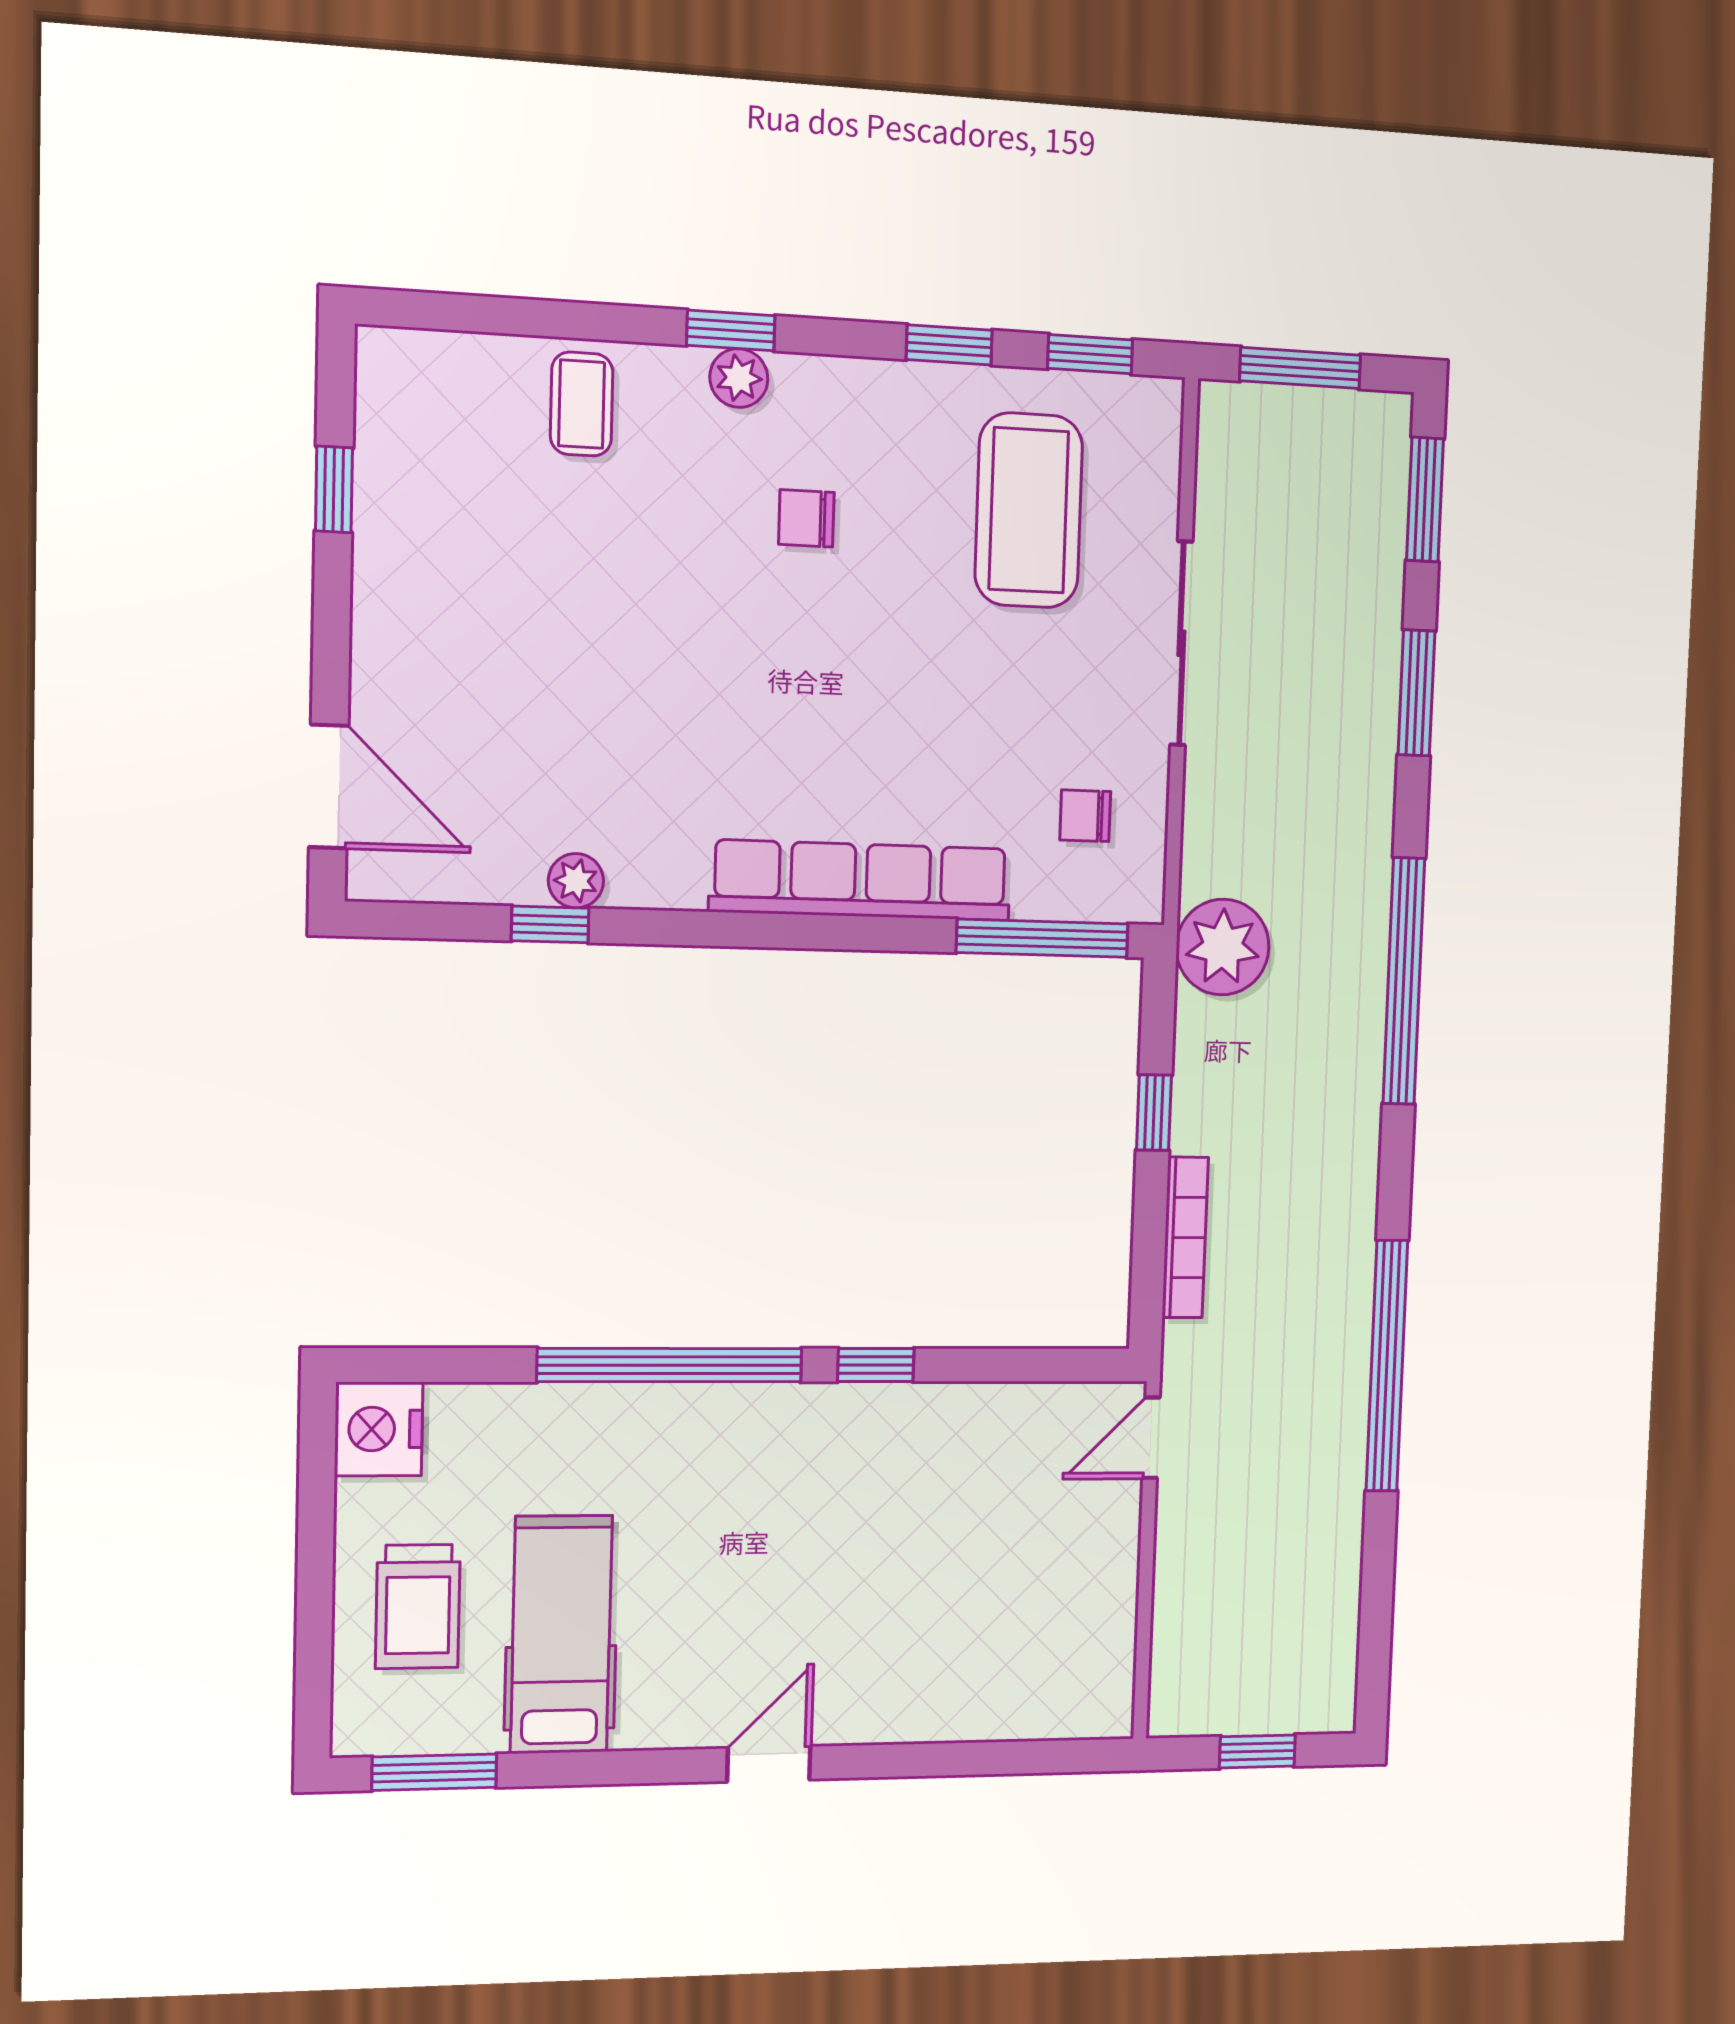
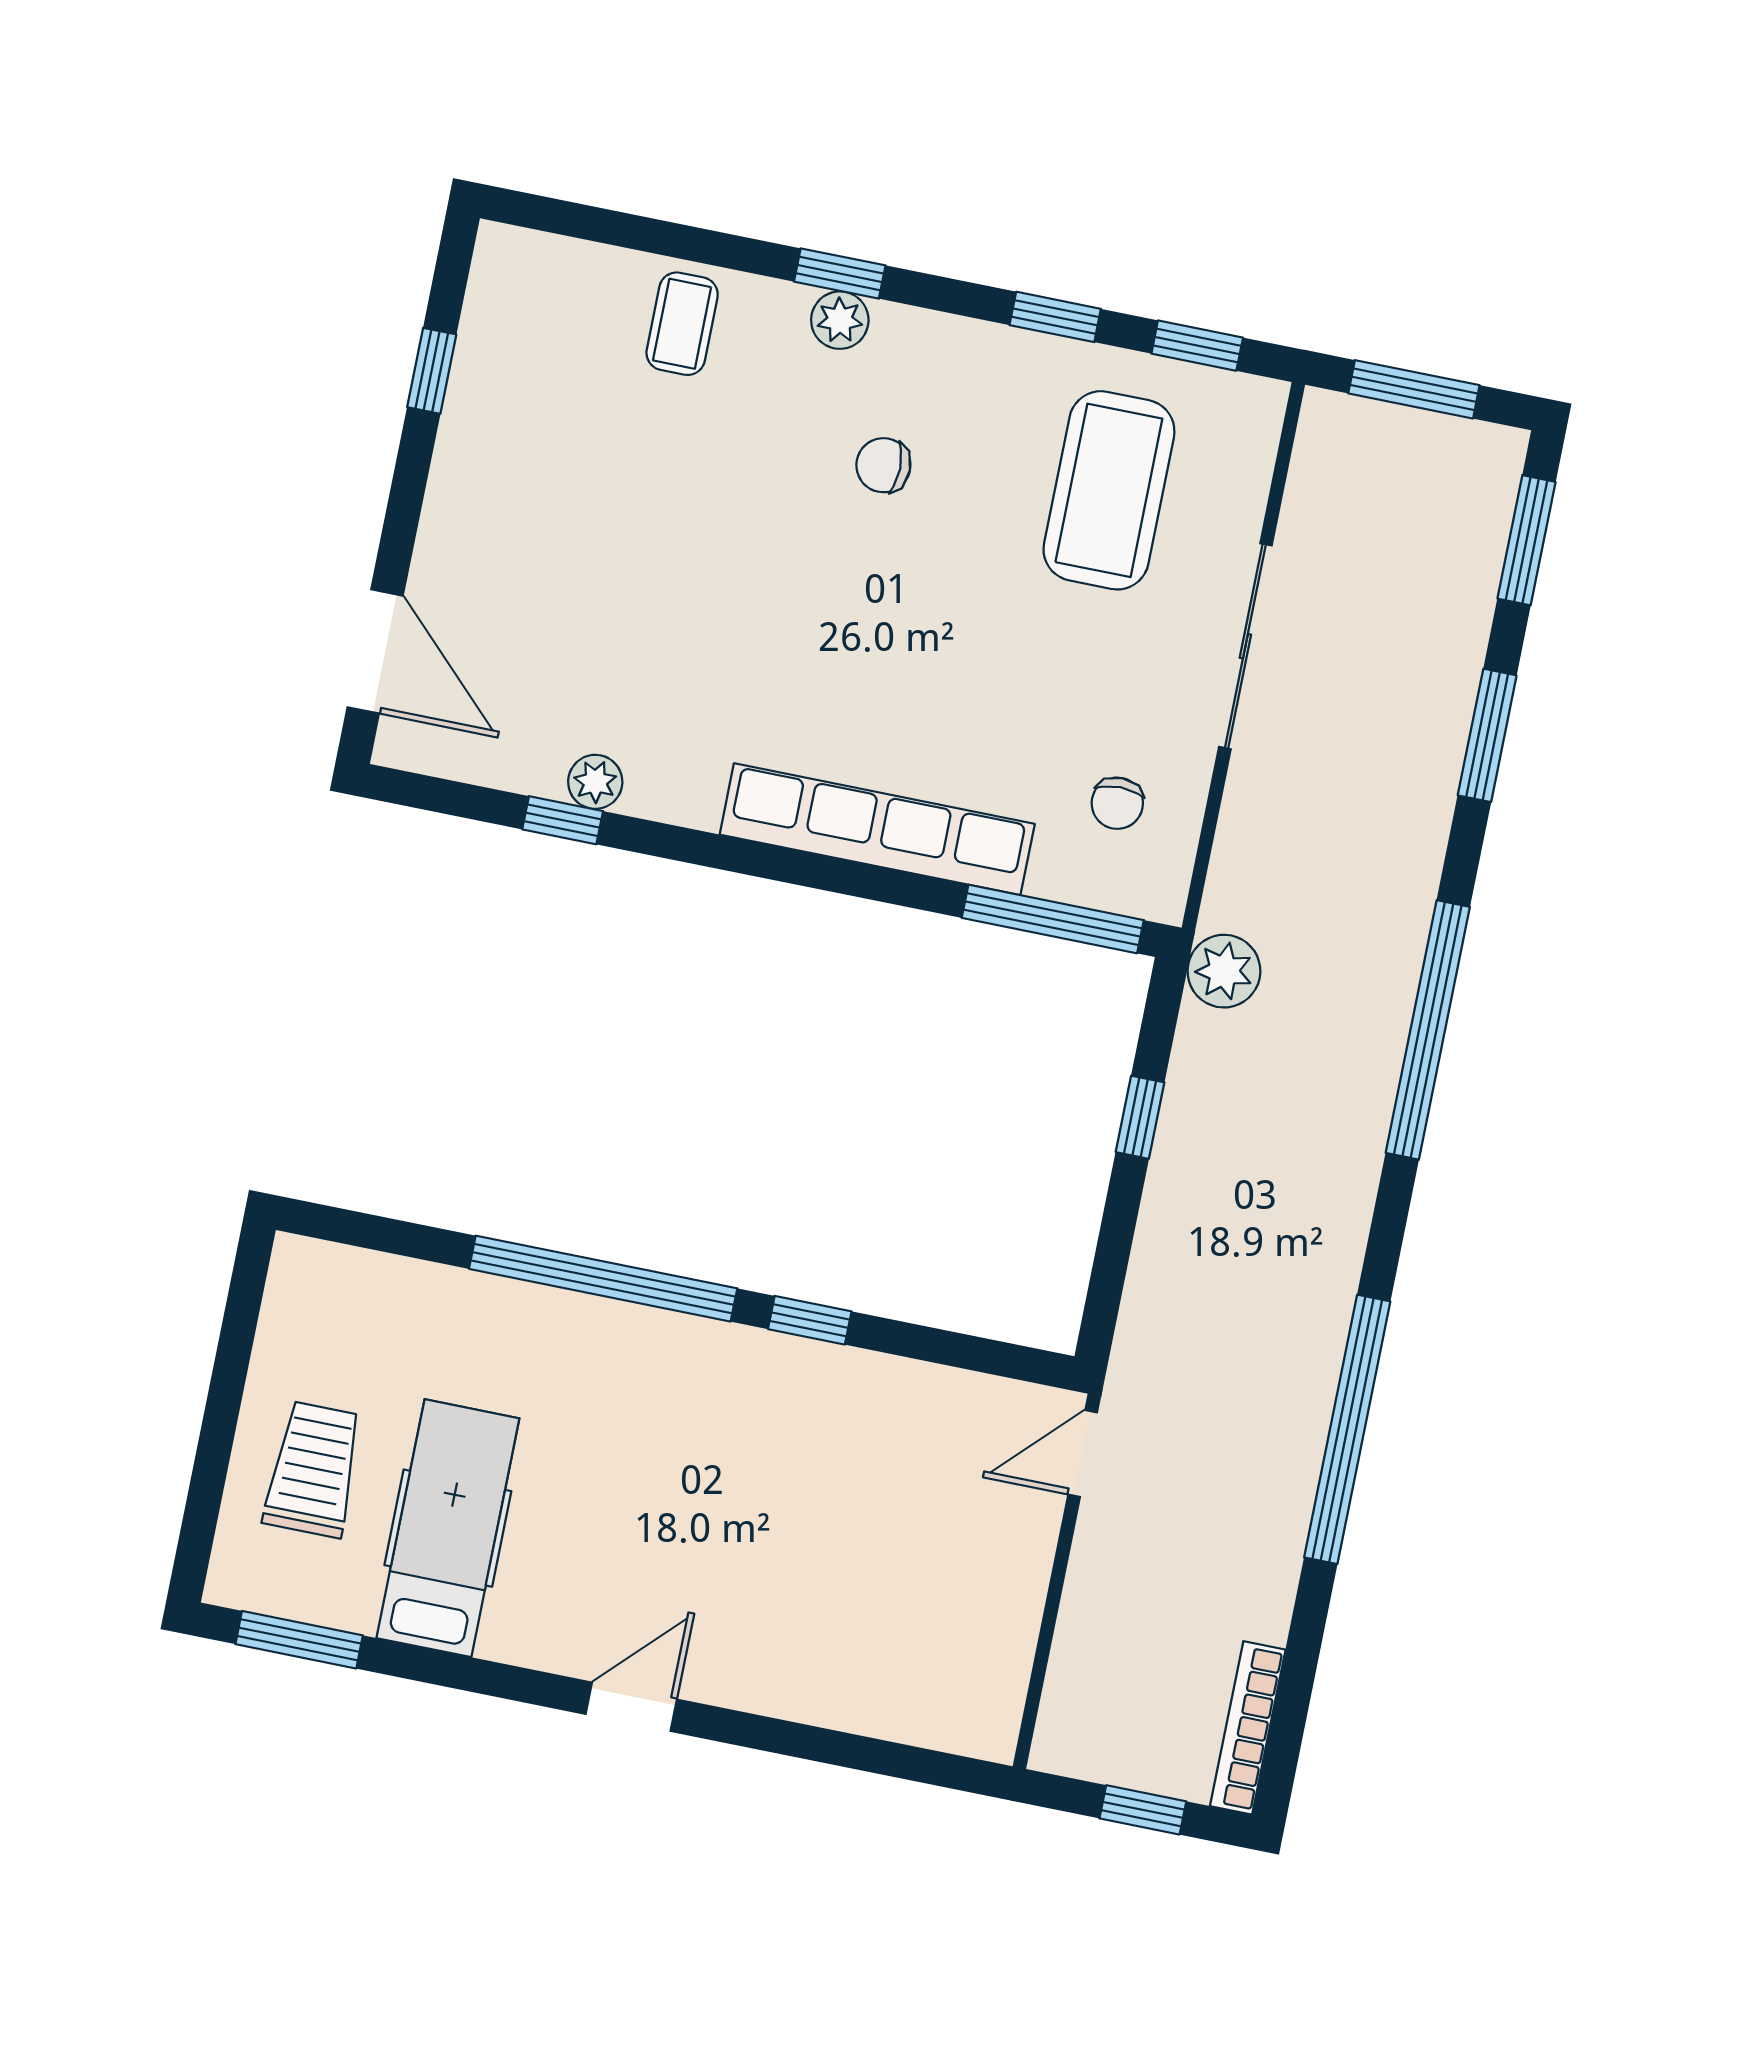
chair: (1085, 816) -> (1117, 803), turned -90
plant: (1223, 947) -> (1224, 971), width x0.73, depth x0.73
bookcase: (1185, 1237) -> (1248, 1728), moved, turned 180
nightstand: (379, 1429) -> (308, 1285), removed
trolley: (418, 1607) -> (313, 1469), turned 180

